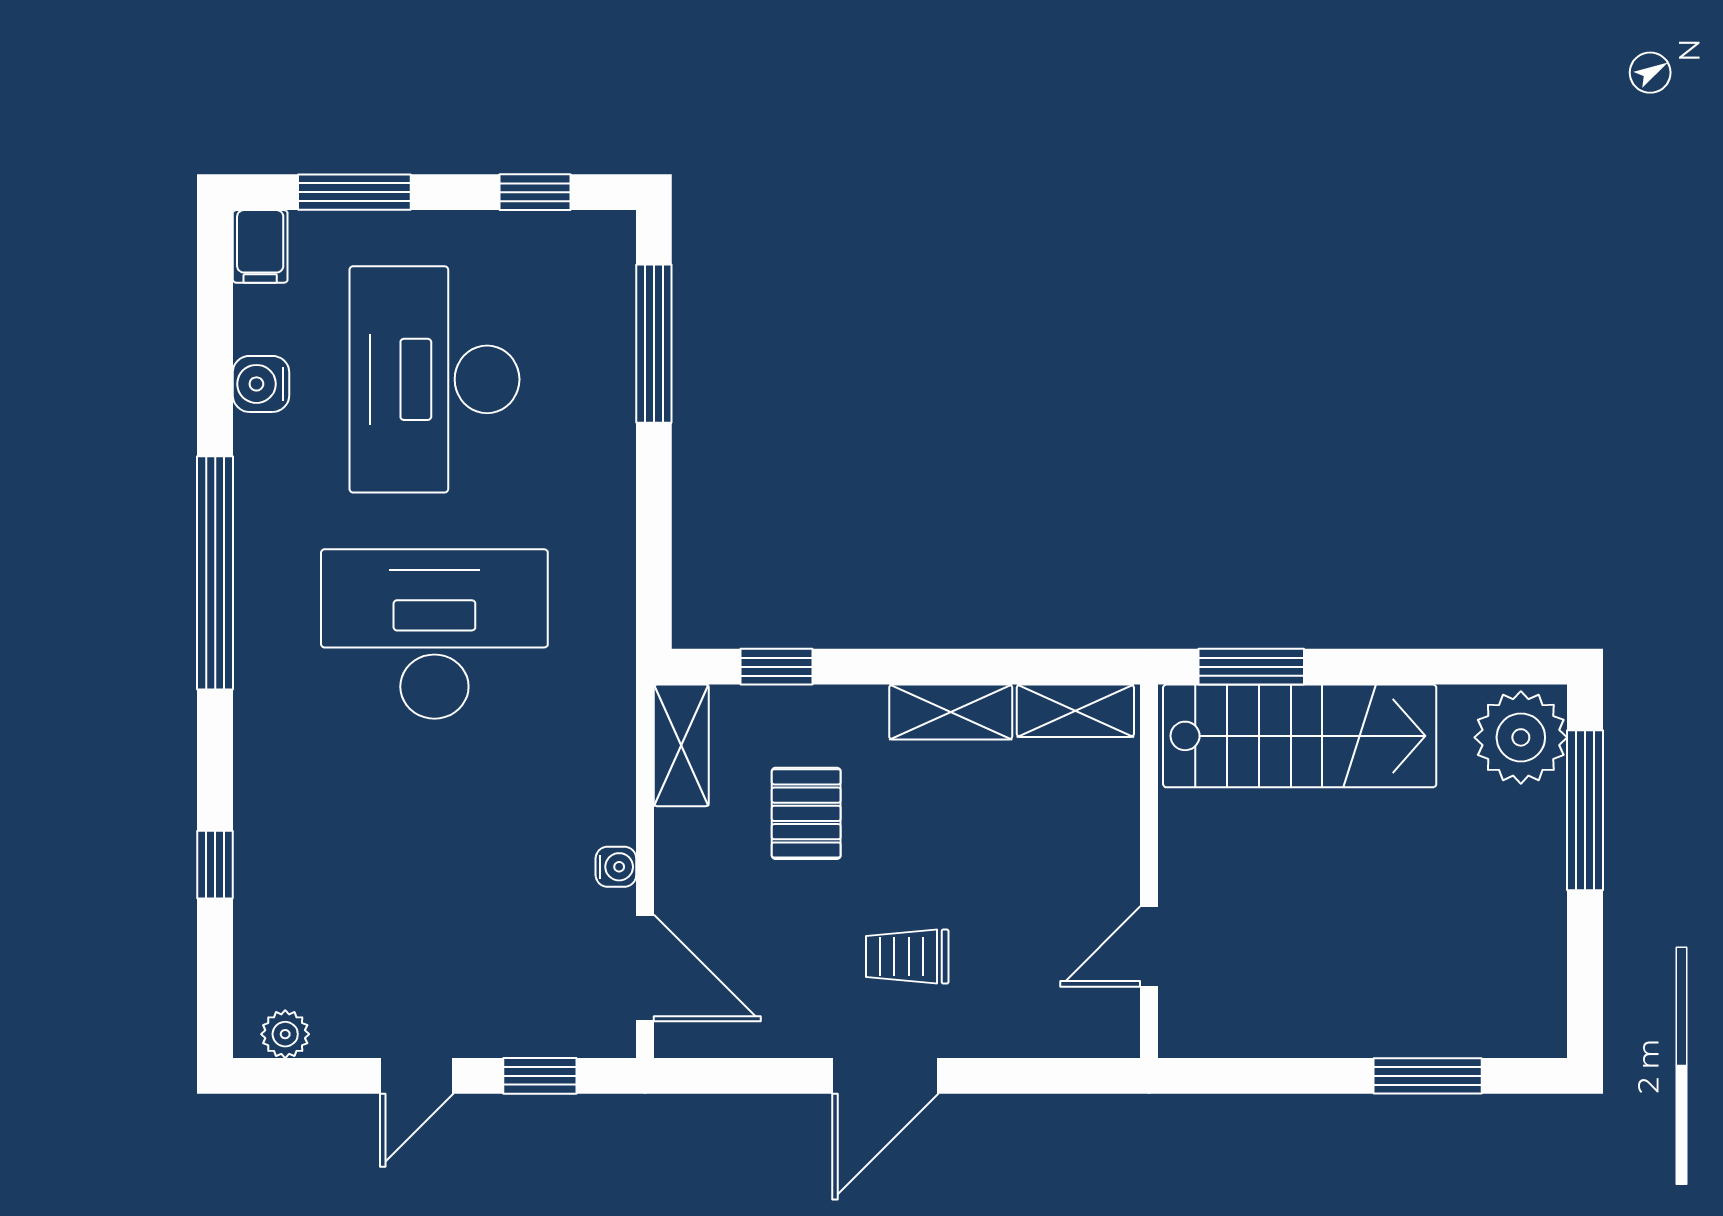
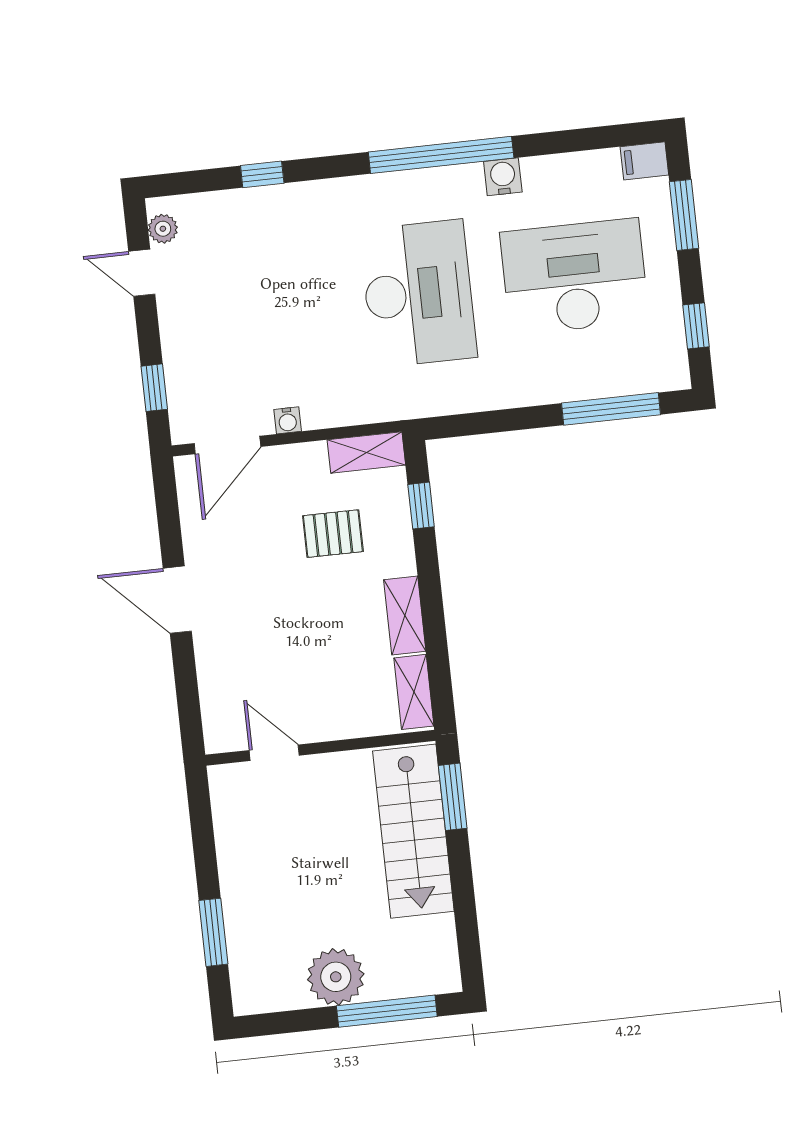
water cooler: (261, 384) -> (503, 177), moved
plant: (1521, 737) -> (336, 977), moved
trolley: (907, 957) -> (252, 605), removed
door: (417, 1076) -> (142, 273), moved

